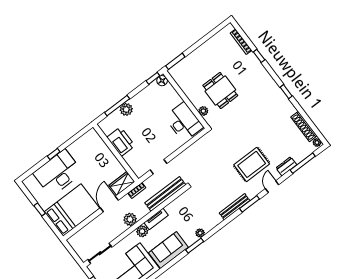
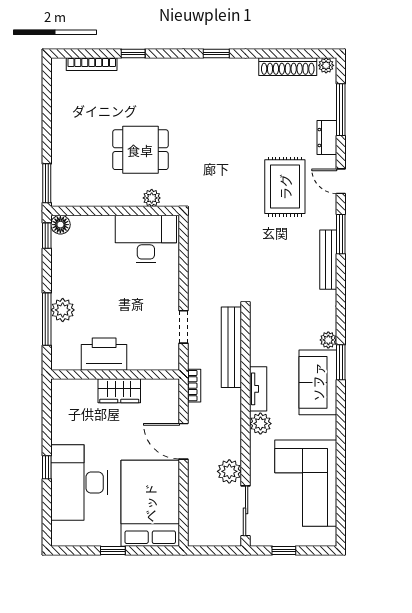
wardrobe: (122, 183) -> (119, 391), moved, turned -90
plant: (130, 219) -> (229, 471), moved
sofa: (168, 250) -> (318, 382), moved

